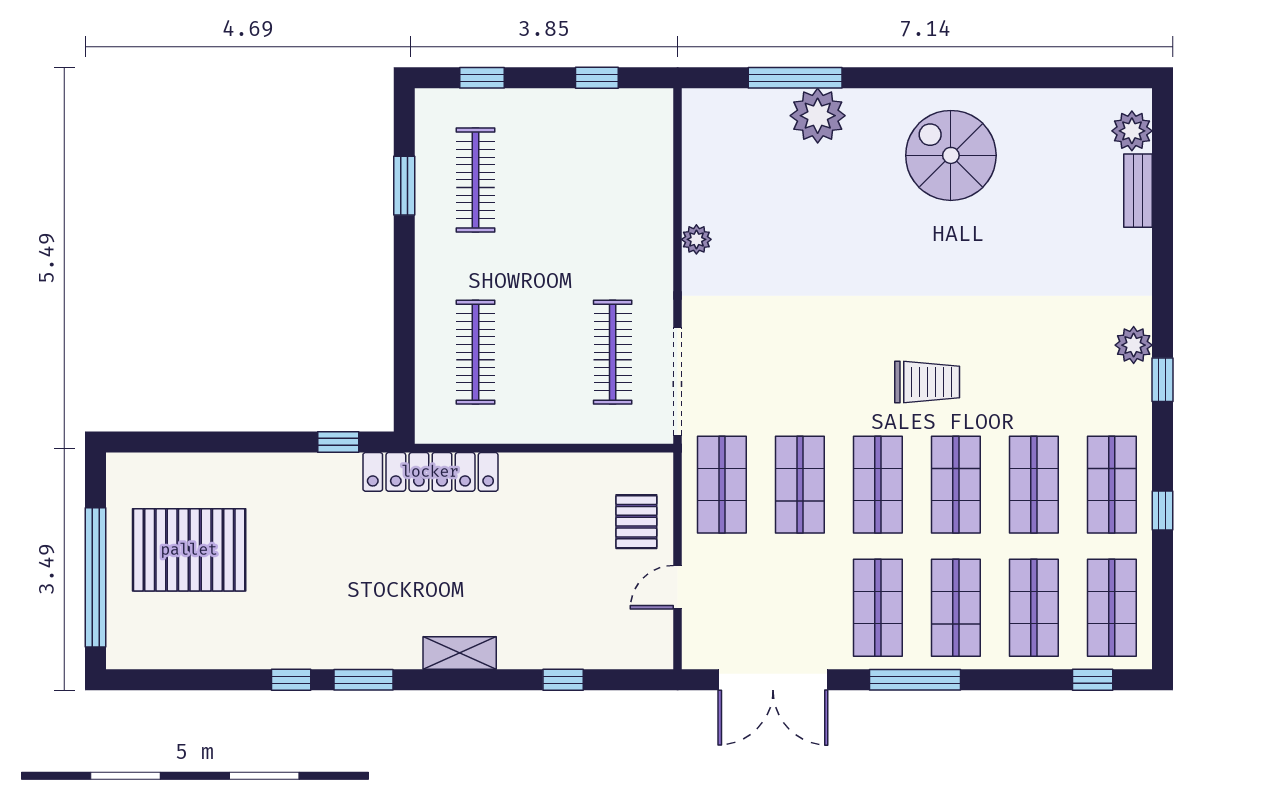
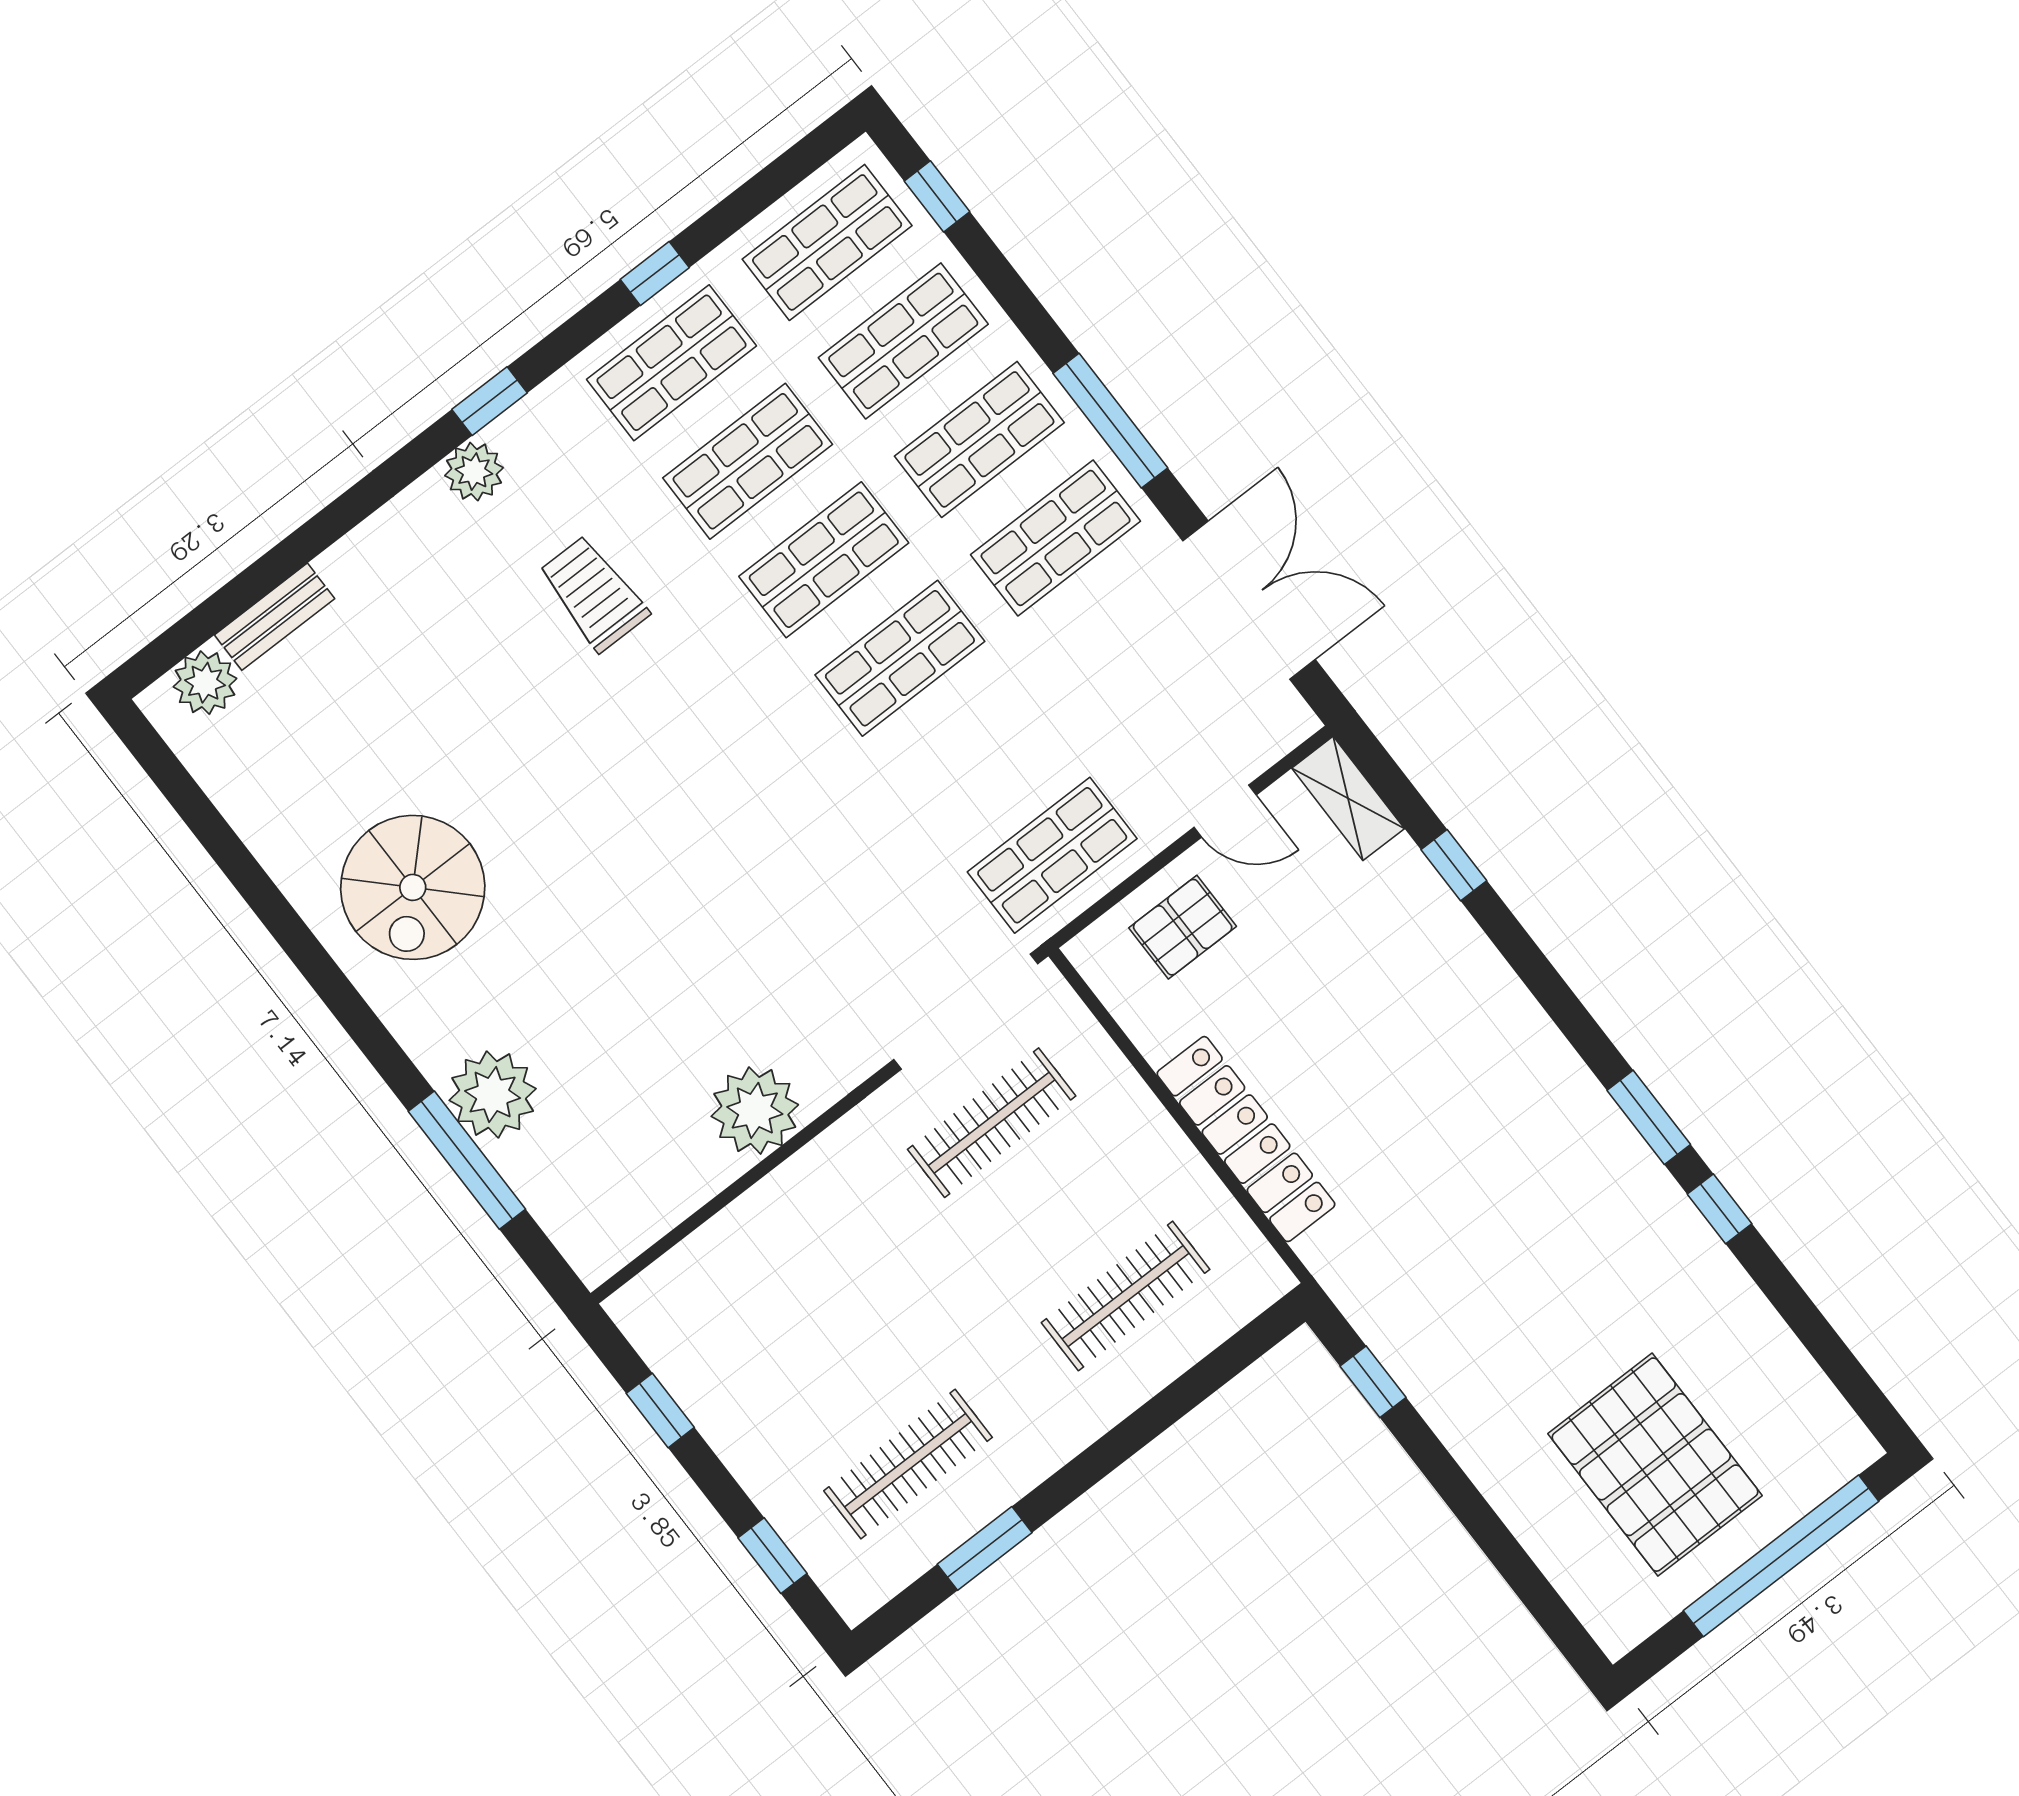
plant: (696, 239) -> (755, 1110), width x1.88, depth x1.88
trolley: (927, 382) -> (594, 593), moved
locker: (430, 472) -> (1246, 1139), moved
shop shelf: (800, 485) -> (976, 757), removed
shelving: (460, 653) -> (1348, 798), moved

